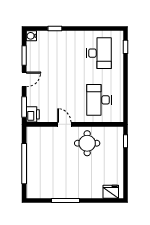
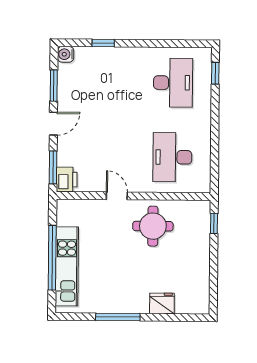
kitchen unit: (33, 169) -> (67, 266), added
fridge: (111, 192) -> (162, 303), moved

